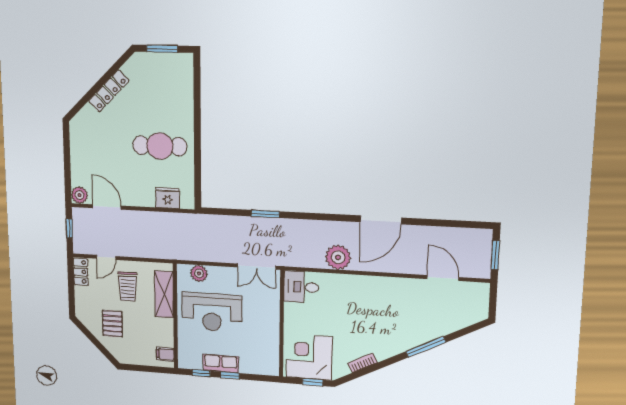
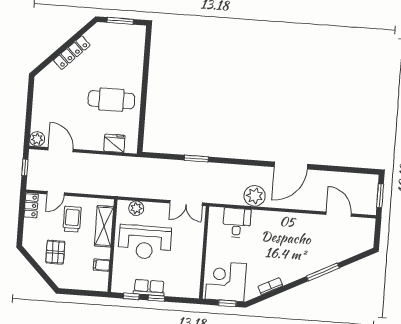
trolley: (128, 287) -> (72, 219), turned 180
desk: (301, 287) -> (237, 223), moved, turned 90
filing cabinet: (165, 354) -> (102, 265), moved

